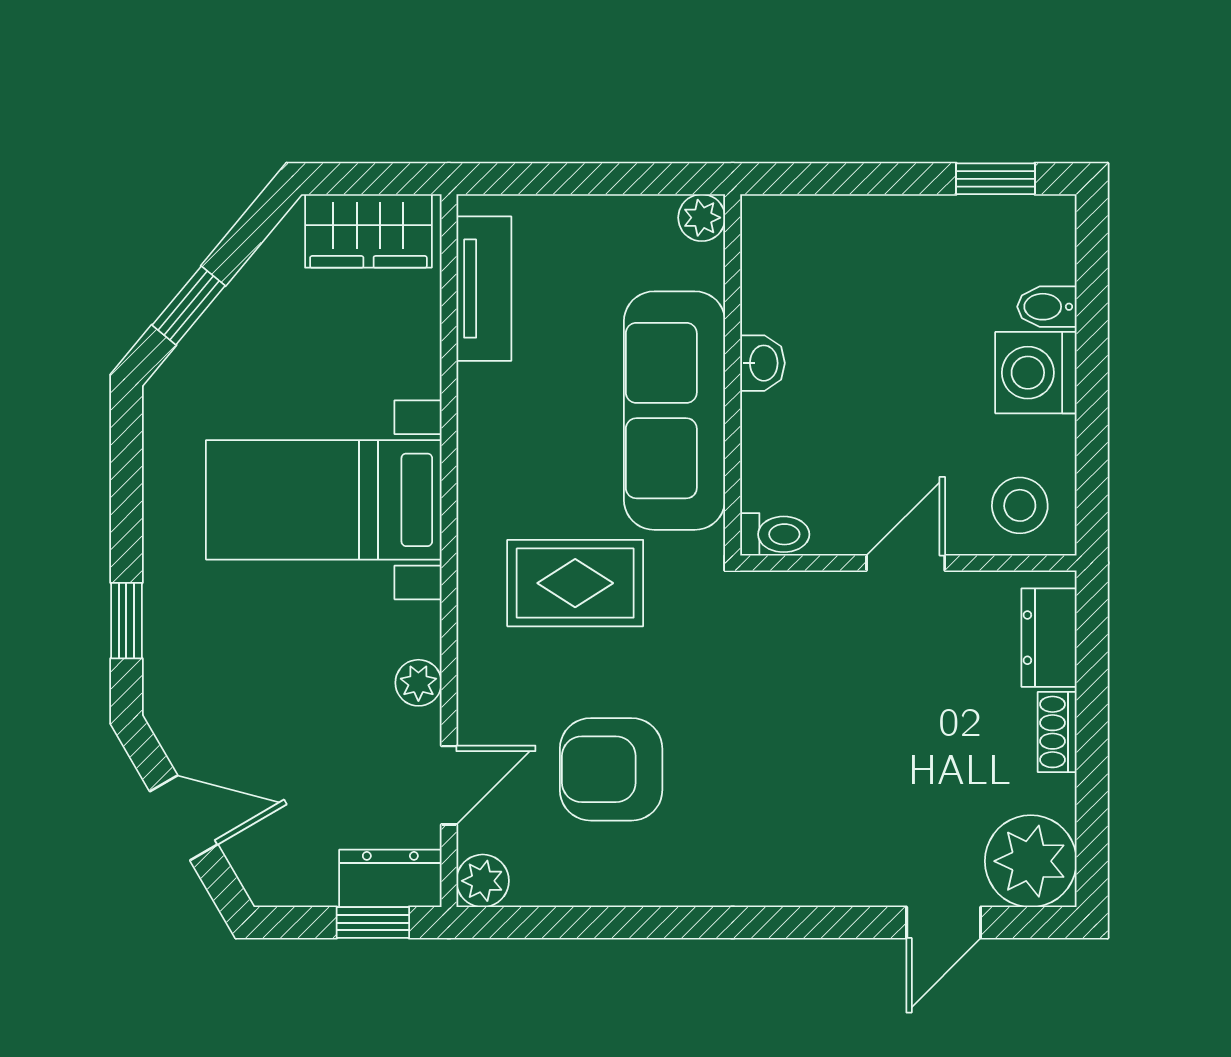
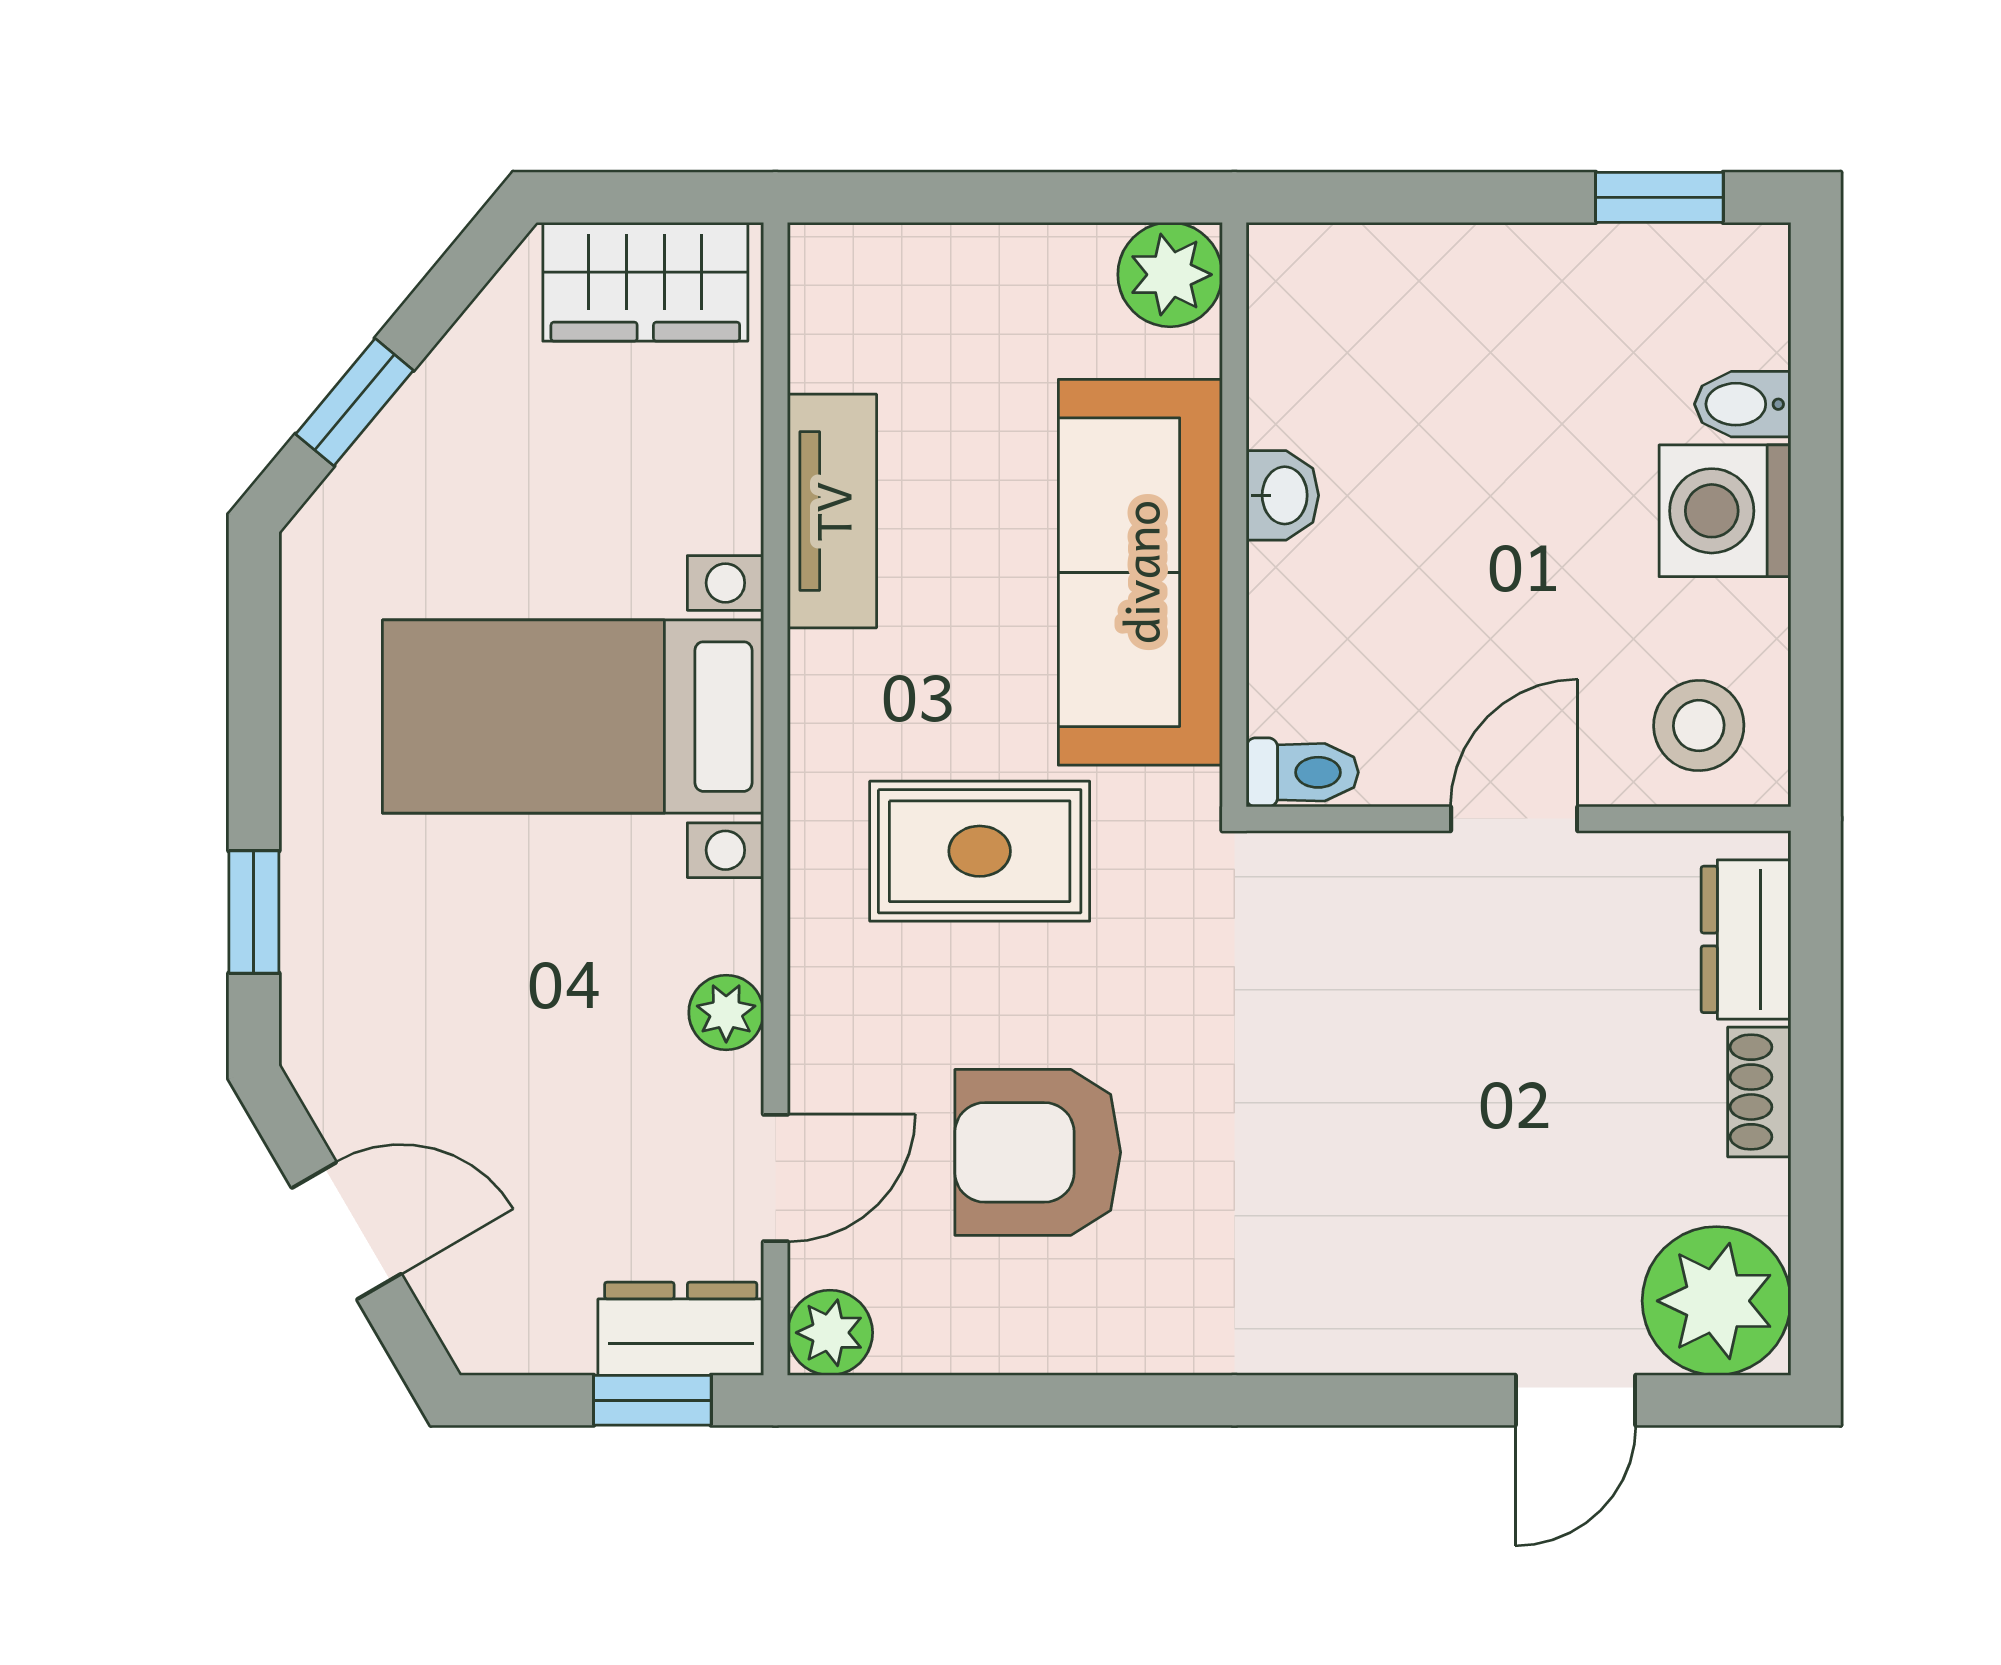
plant: (702, 218) -> (1170, 275), width x1.38, depth x1.38
tv unit: (484, 289) -> (832, 511), moved

